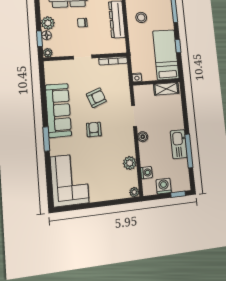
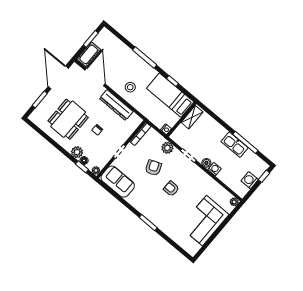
sofa: (58, 110) -> (118, 182), moved, width x0.73
plant: (130, 163) -> (167, 148), moved
washing machine: (146, 173) -> (214, 169), moved
corner sofa: (70, 180) -> (205, 221), moved, turned -90

